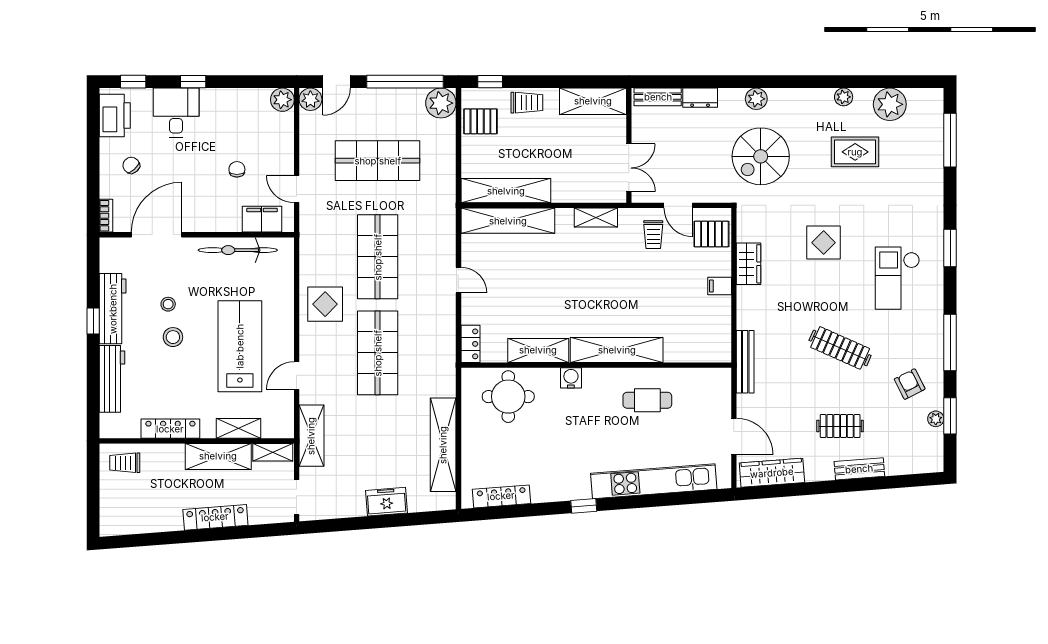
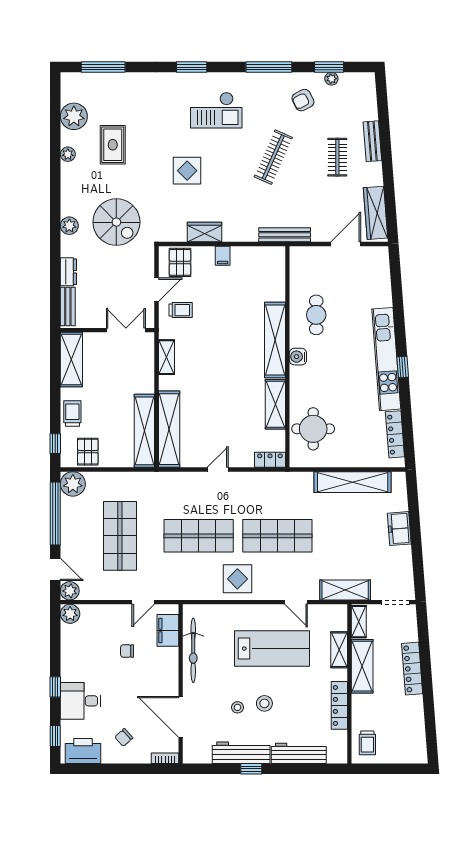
lab bench: (240, 346) -> (272, 649), turned 180
water cooler: (571, 378) -> (298, 357), moved
kitchen unit: (654, 481) -> (386, 359), moved

